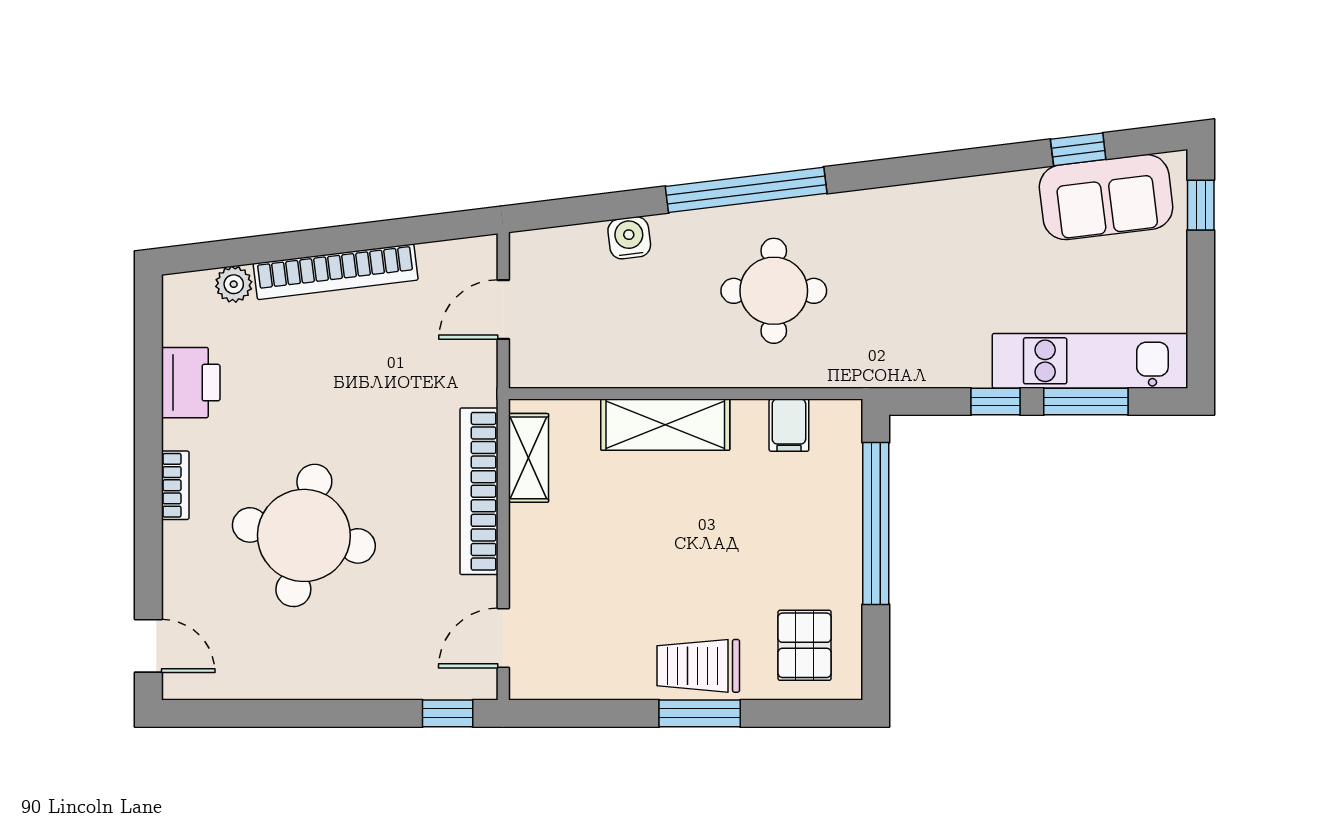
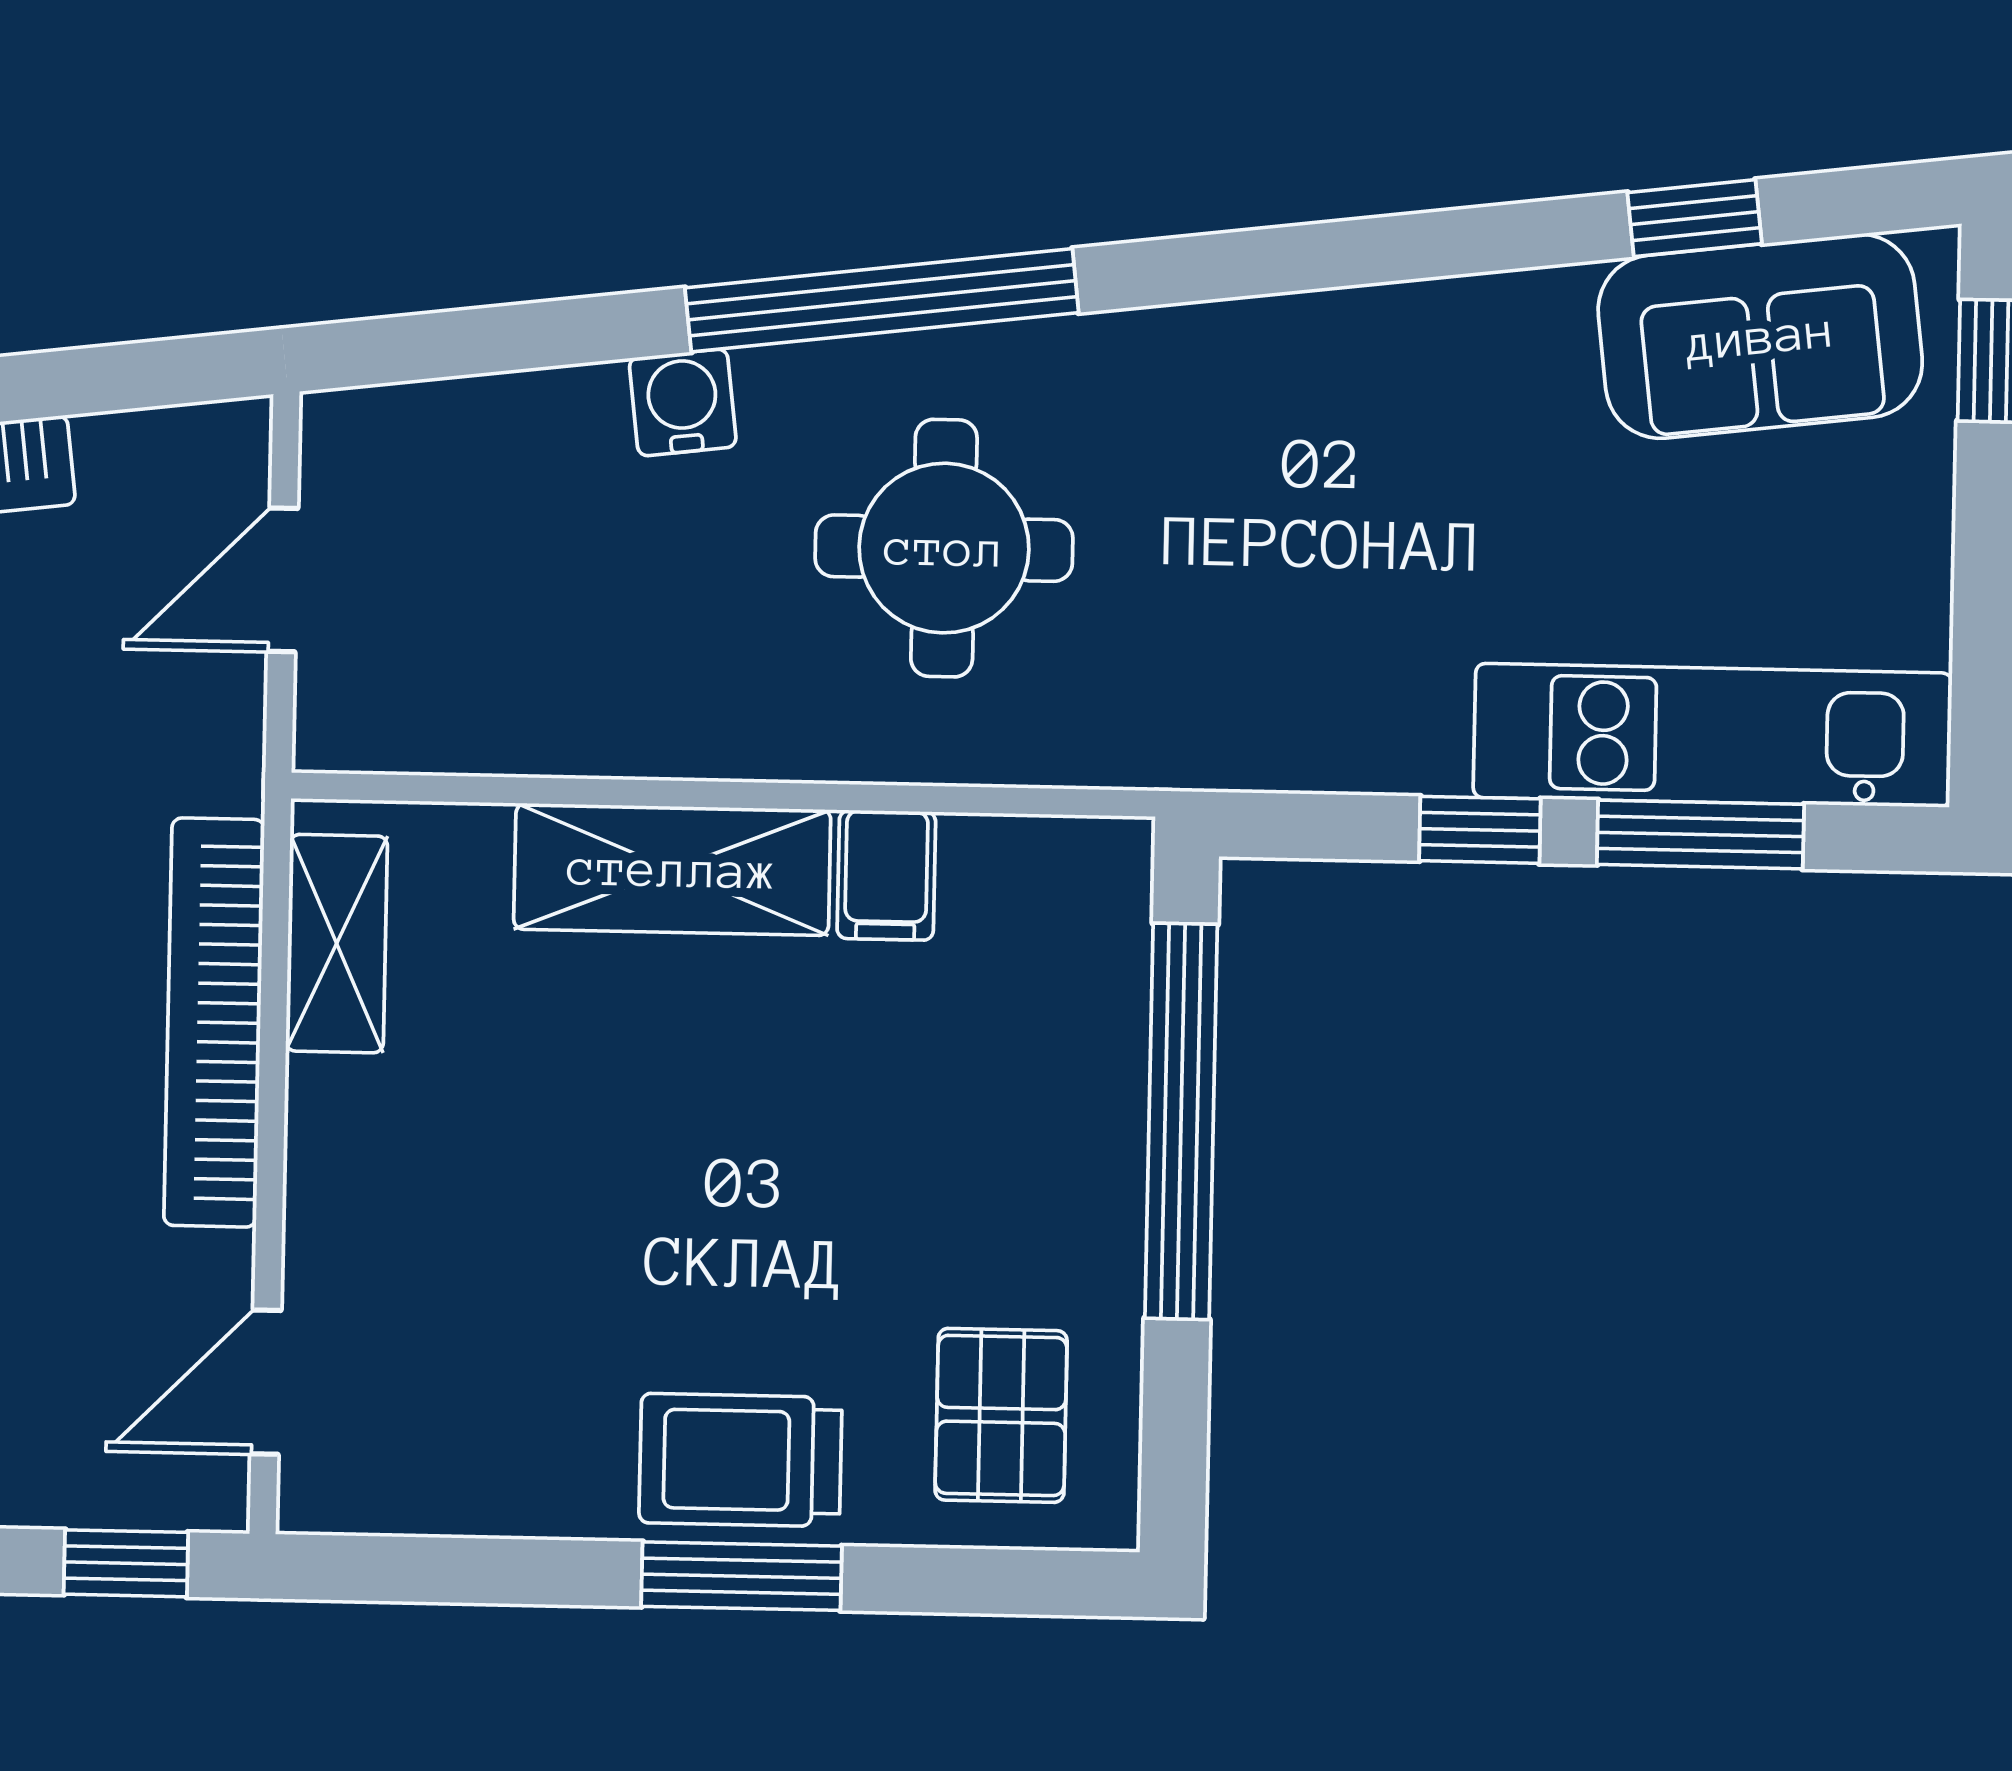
water cooler: (629, 238) -> (683, 402), moved
filing cabinet: (789, 425) -> (886, 875), moved

